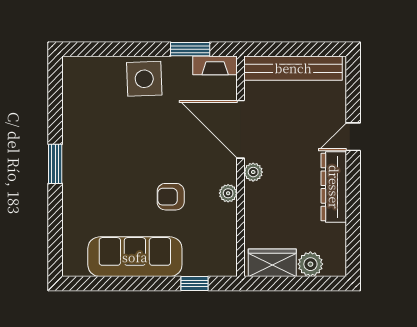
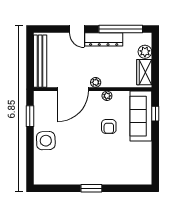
fireplace: (215, 65) -> (39, 103), removed
window: (353, 219) -> (121, 29), added
sofa: (135, 257) -> (141, 116), moved

